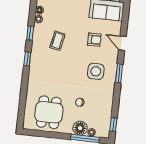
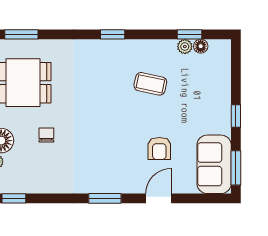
window: (30, 33) -> (190, 34), moved
side table: (96, 71) -> (104, 157), removed
window: (22, 110) -> (21, 34), added

